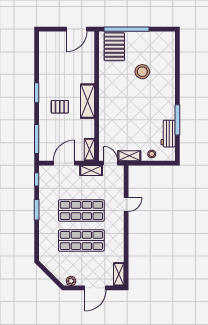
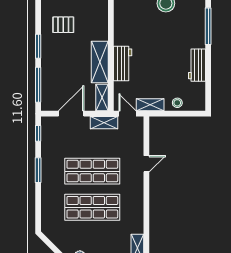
window: (37, 93) -> (38, 46), moved
shelving: (88, 101) -> (100, 62), moved
pallet: (60, 107) -> (63, 25), moved
window: (177, 120) -> (208, 26), moved
workbench: (106, 121) -> (123, 64), added
workbench: (168, 134) -> (197, 65), moved

